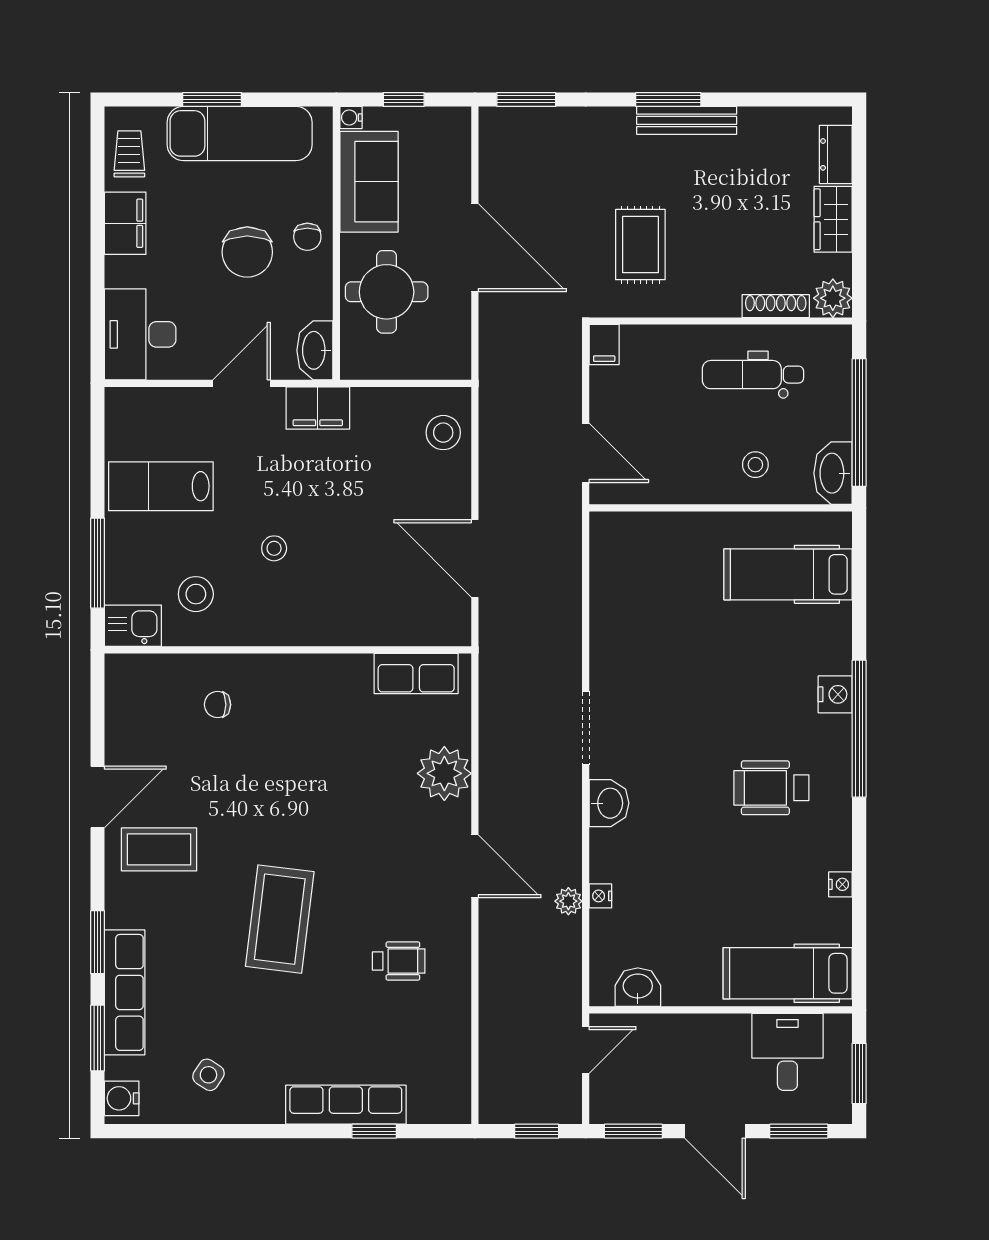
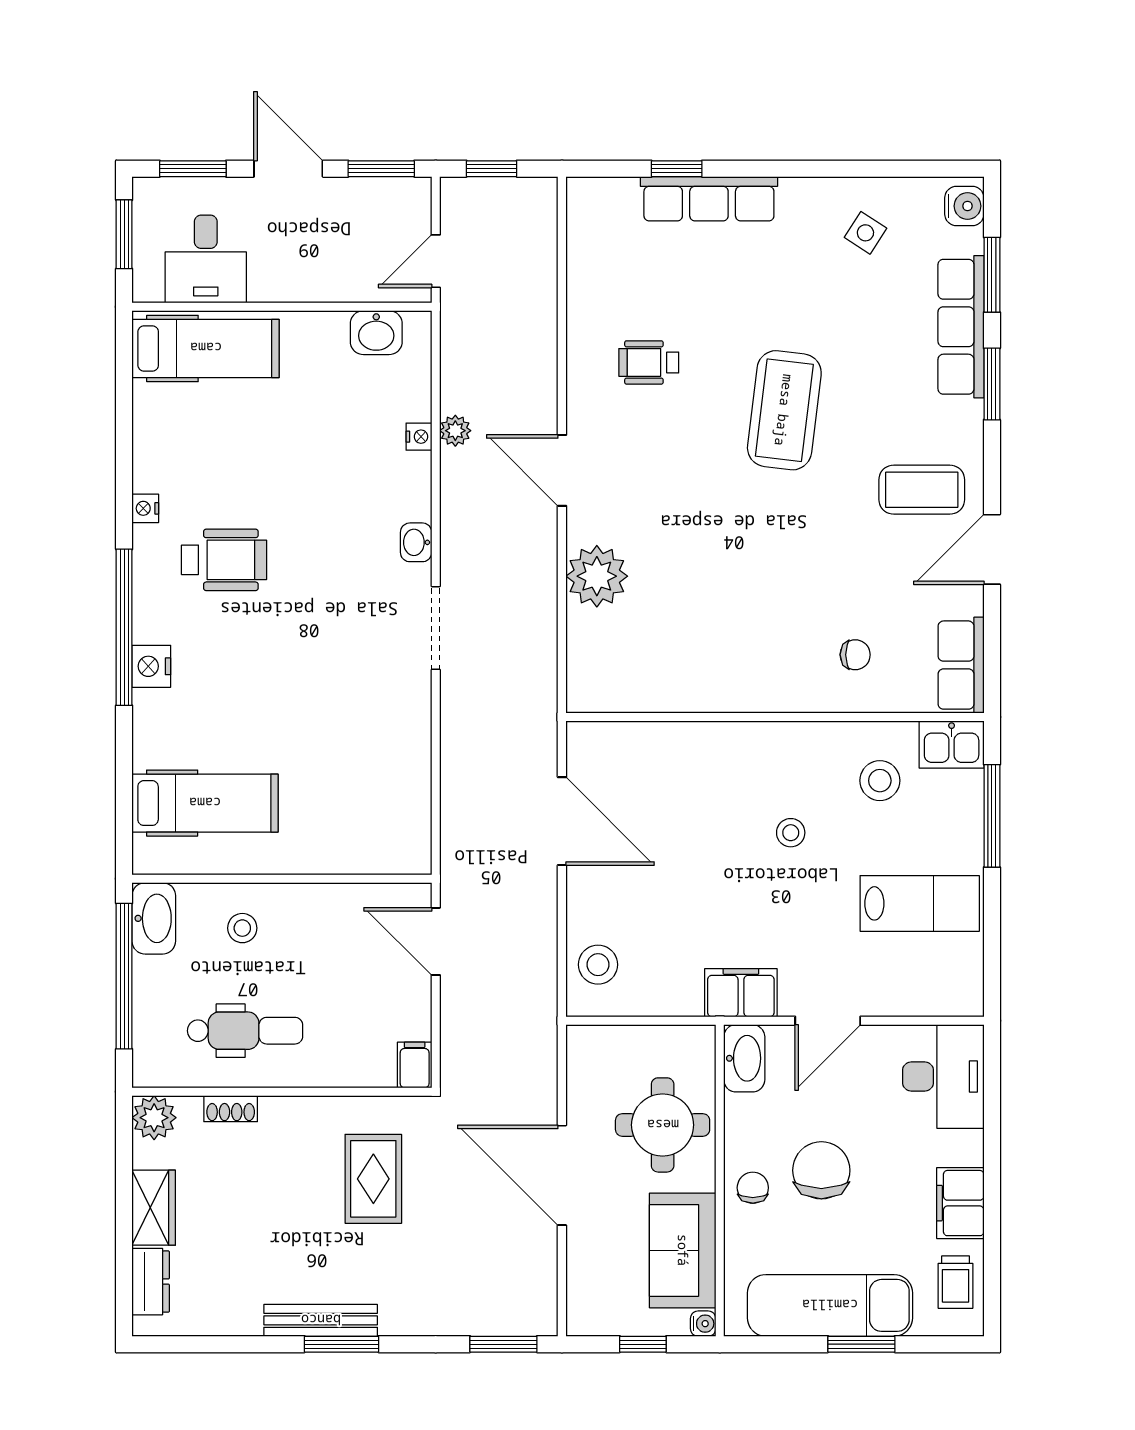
shoe rack: (776, 306) -> (231, 1109), width x0.70
row of seats: (416, 673) -> (961, 665), moved, turned -90
washbasin: (609, 803) -> (416, 542), width x0.72, depth x0.69
nightstand: (840, 884) -> (145, 508), moved

